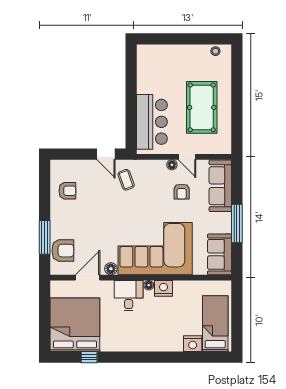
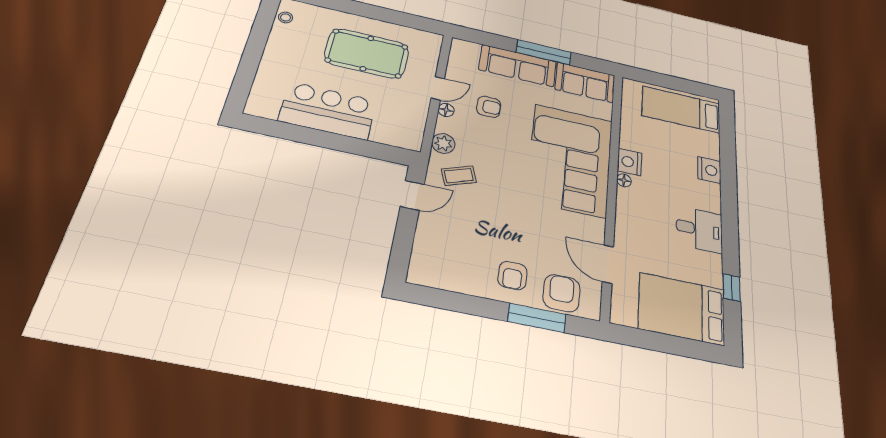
bar counter: (152, 122) -> (328, 111), moved
plant: (147, 167) -> (443, 143), added
sofa: (220, 186) -> (518, 66), moved
armchair: (67, 191) -> (513, 276), moved, turned 180
floor lamp: (111, 269) -> (596, 227), removed
desk: (129, 296) -> (699, 229), moved, turned 180
bed: (75, 325) -> (682, 309), width x0.73
nightstand: (193, 344) -> (709, 170), moved

